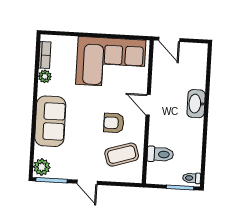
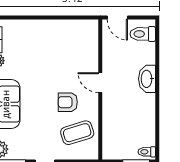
corner sofa: (111, 62) -> (62, 43), removed
toilet: (160, 154) -> (143, 34), moved, turned 180

